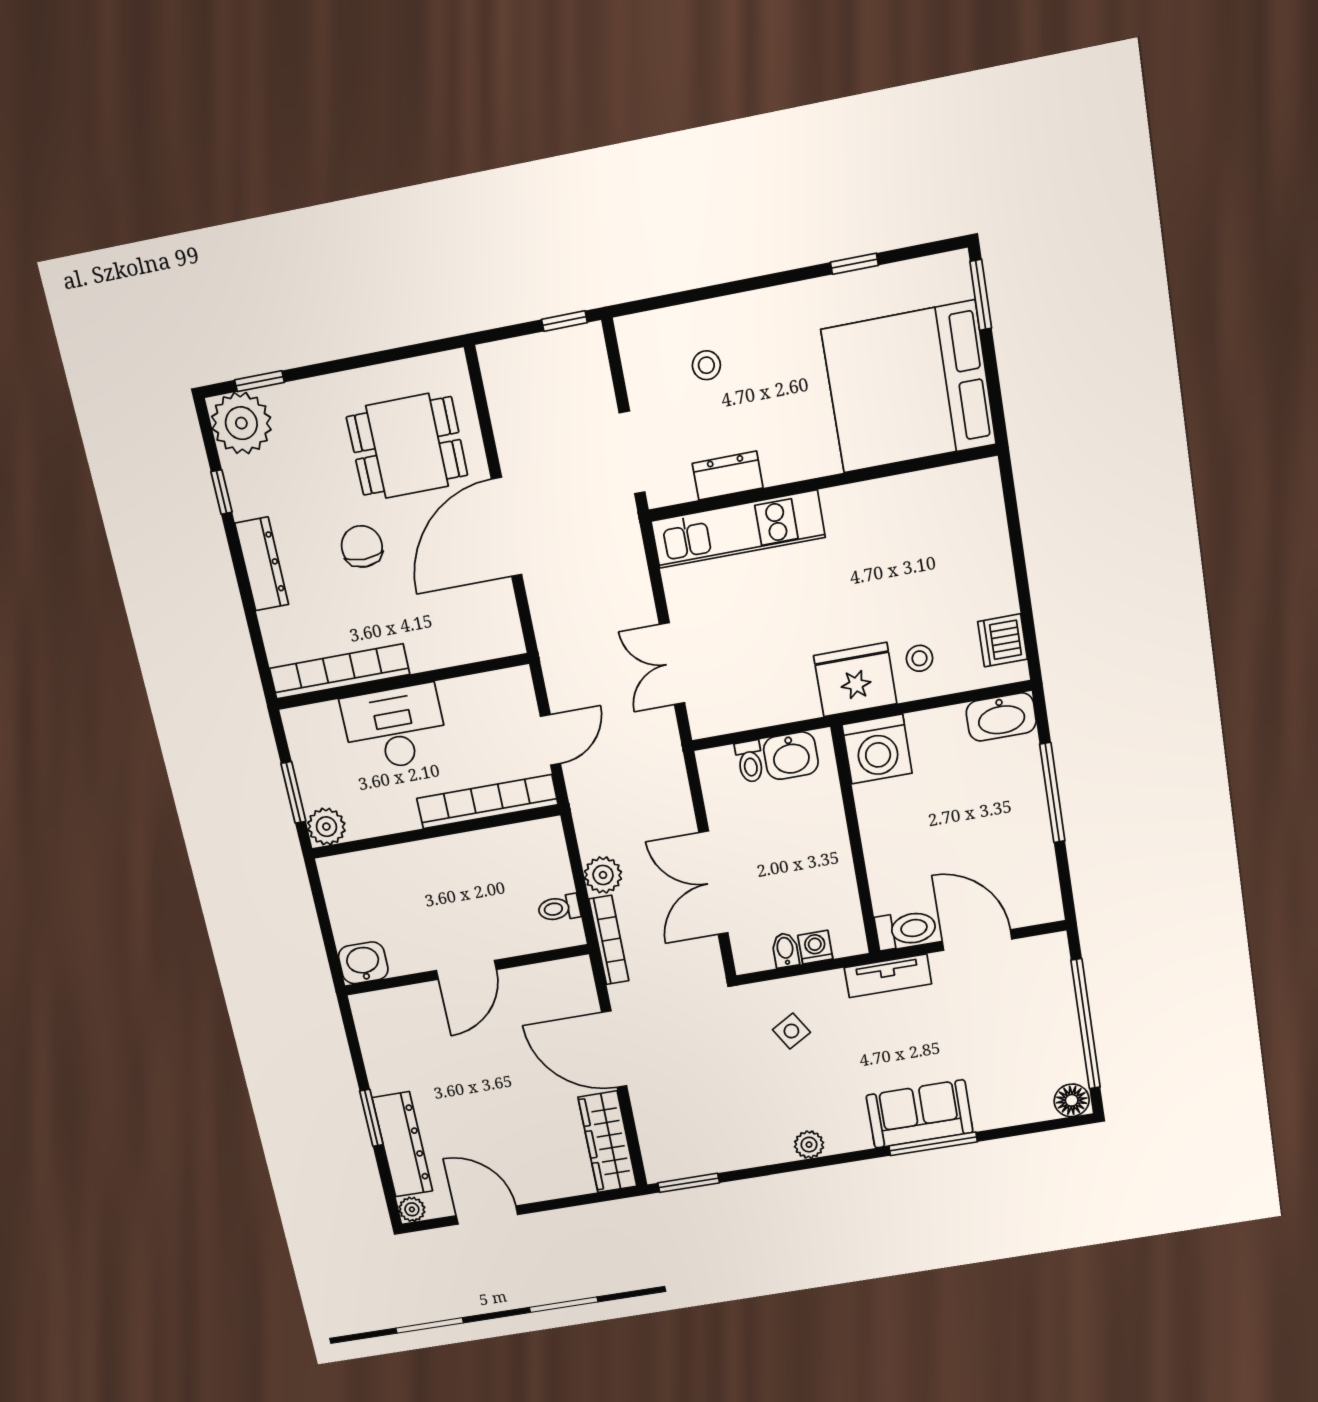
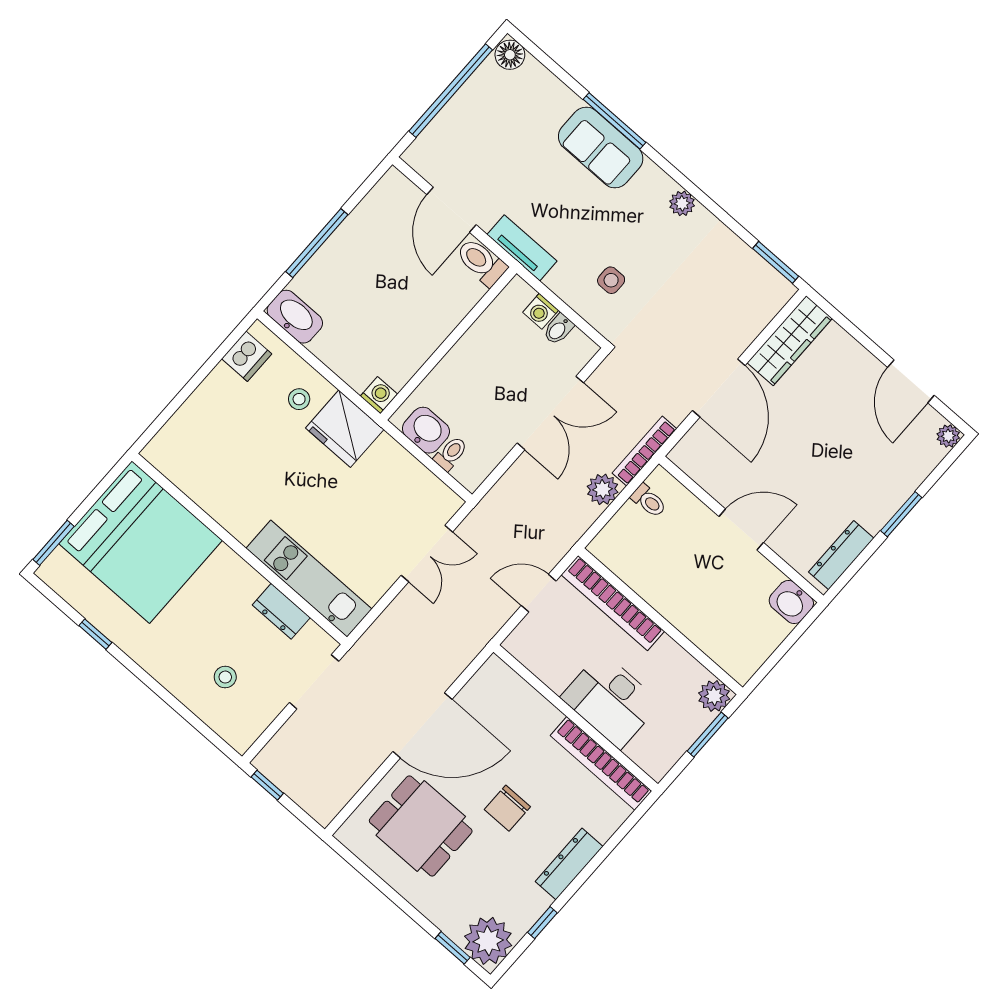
washing machine: (877, 749) -> (379, 395), width x0.53, depth x0.53
side table: (791, 1031) -> (611, 280), turned 31
dresser: (402, 1144) -> (841, 555), moved, width x0.73, depth x0.80

